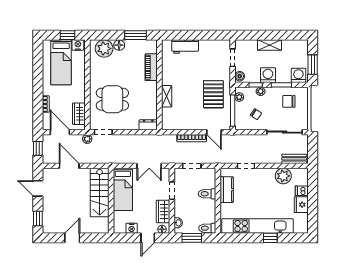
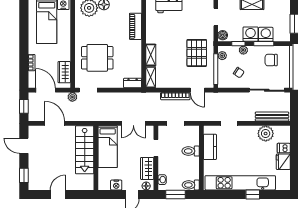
washing machine: (298, 75) -> (266, 34), moved
shelving: (166, 119) -> (151, 77), added
bench: (294, 159) -> (272, 117), width x1.36

